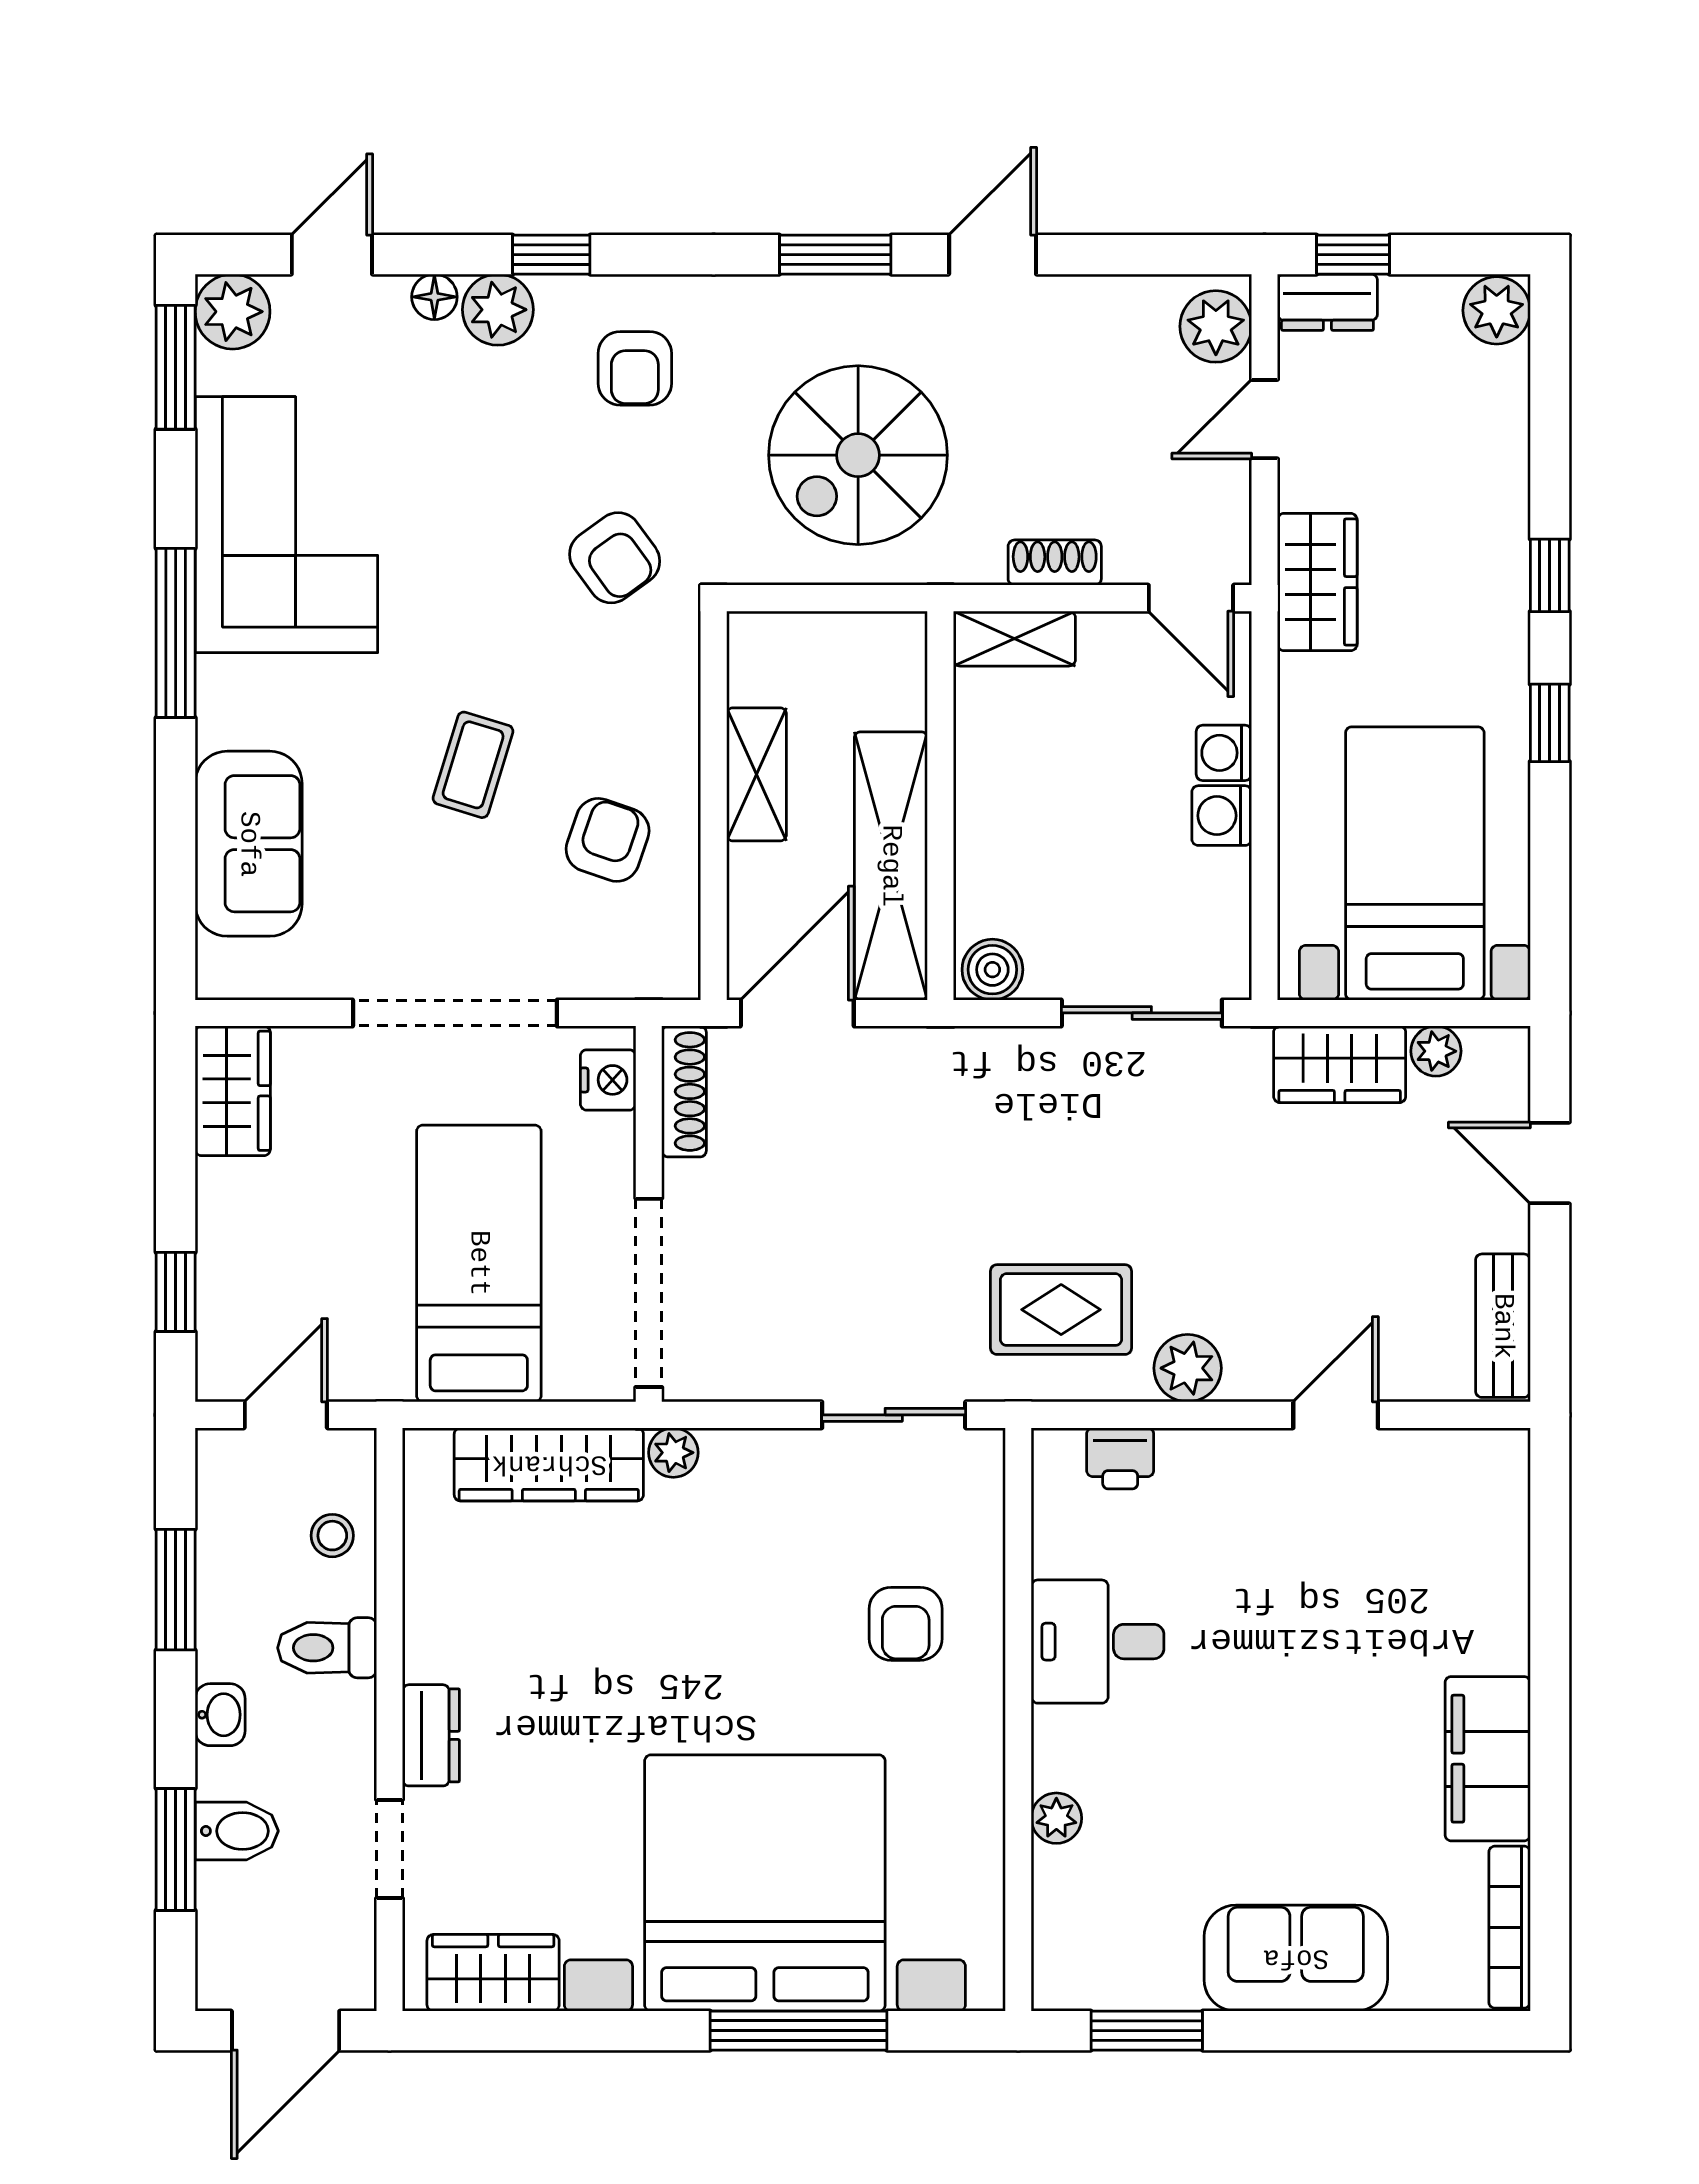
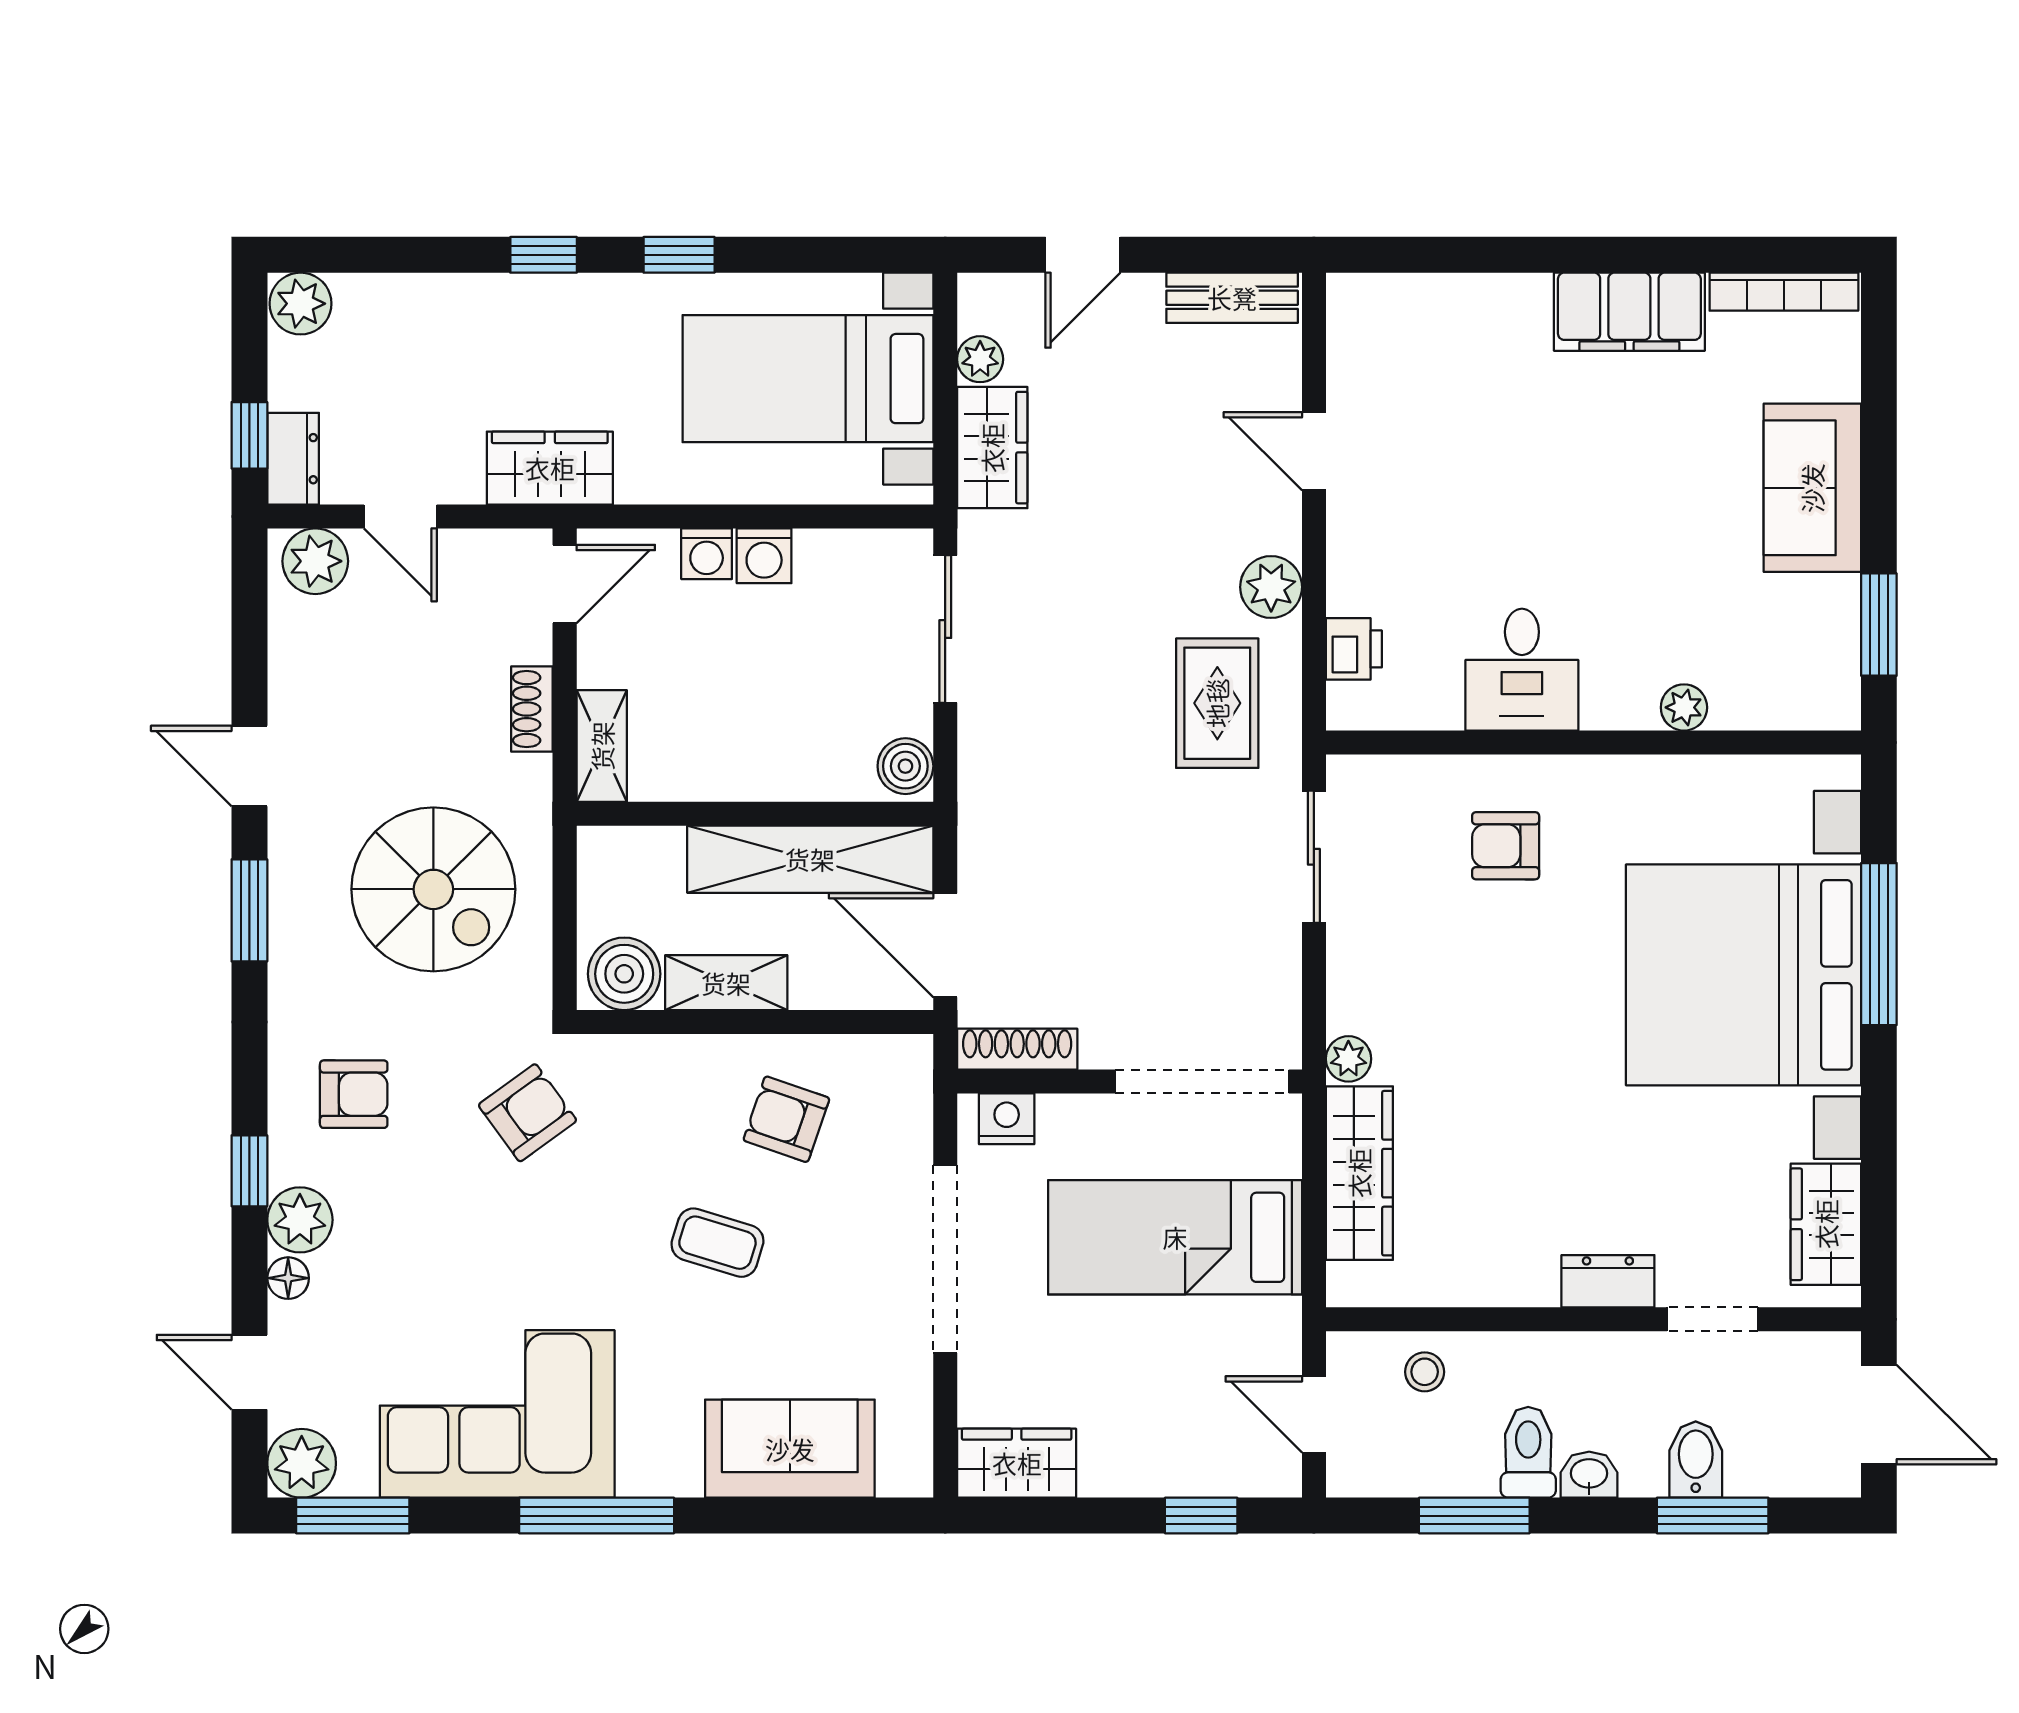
boiler: (766, 663) -> (624, 974), added
armchair: (906, 1624) -> (1506, 846), turned 180
toilet: (327, 1648) -> (1528, 1452), moved, turned 180

